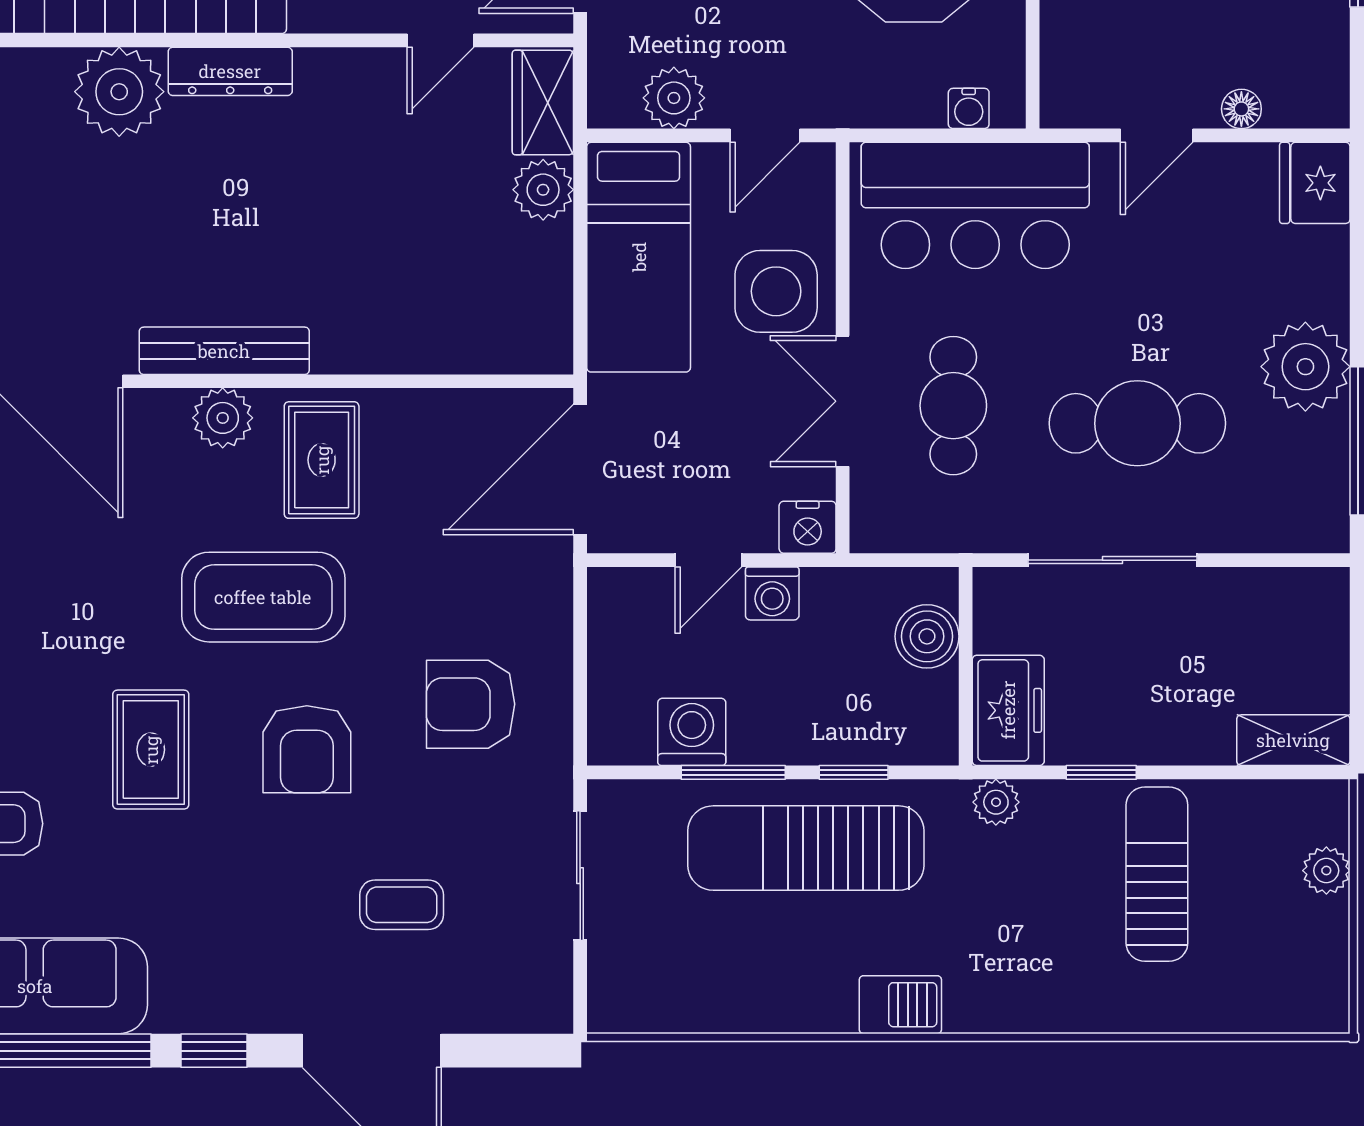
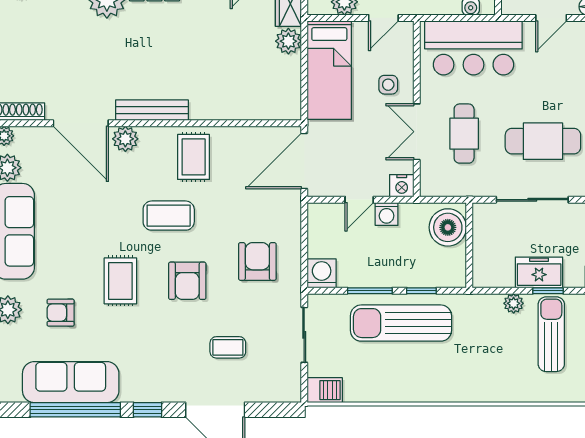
side table: (776, 291) -> (388, 85), width x0.54, depth x0.54
plant: (223, 418) -> (125, 139), moved
coffee table: (263, 597) -> (169, 216), width x0.73, depth x0.76
boiler: (927, 636) -> (448, 227), width x1.37, depth x1.37
armchair: (471, 704) -> (257, 261), turned 90
freezer: (1008, 710) -> (539, 272), moved, turned -90
washing machine: (692, 732) -> (322, 273), moved
window: (1101, 772) -> (548, 291), moved
plant: (996, 802) -> (514, 303), moved
barbecue: (900, 1005) -> (325, 390), moved

